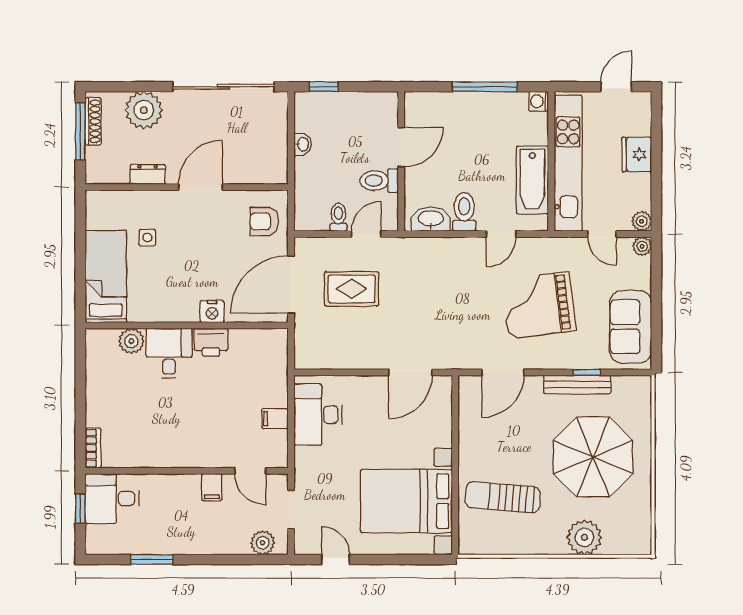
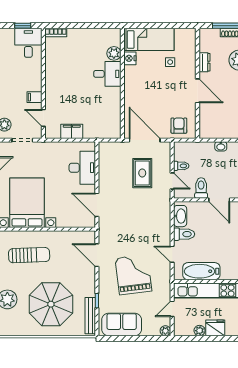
plant: (642, 221) -> (200, 331), moved
nightstand: (212, 312) -> (130, 58), moved
printer: (211, 342) -> (113, 97), removed
bench: (577, 385) -> (90, 316), moved
desk: (318, 415) -> (82, 168), moved, turned 90
filing cabinet: (275, 419) -> (72, 131), width x2.00
door: (250, 471) -> (43, 118), hinge flipped
sun lounger: (503, 497) -> (29, 255), turned 83

